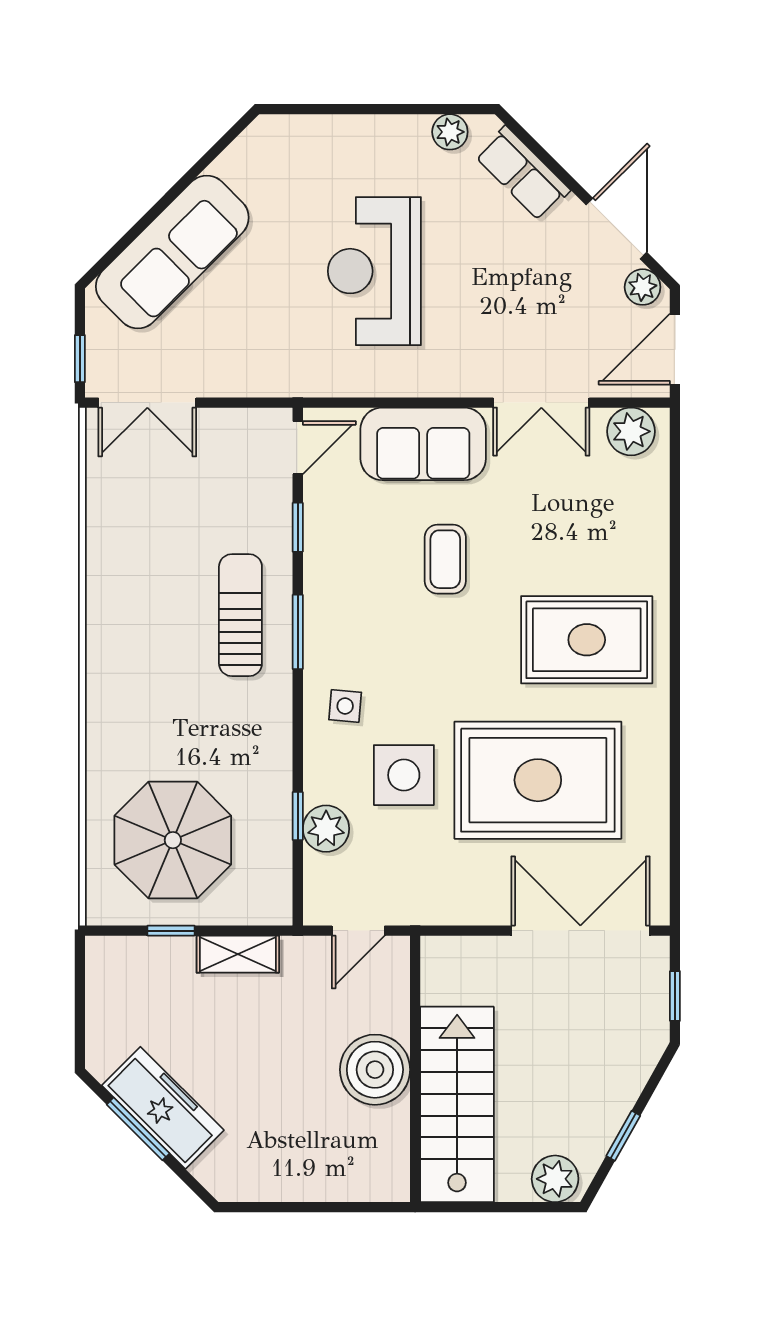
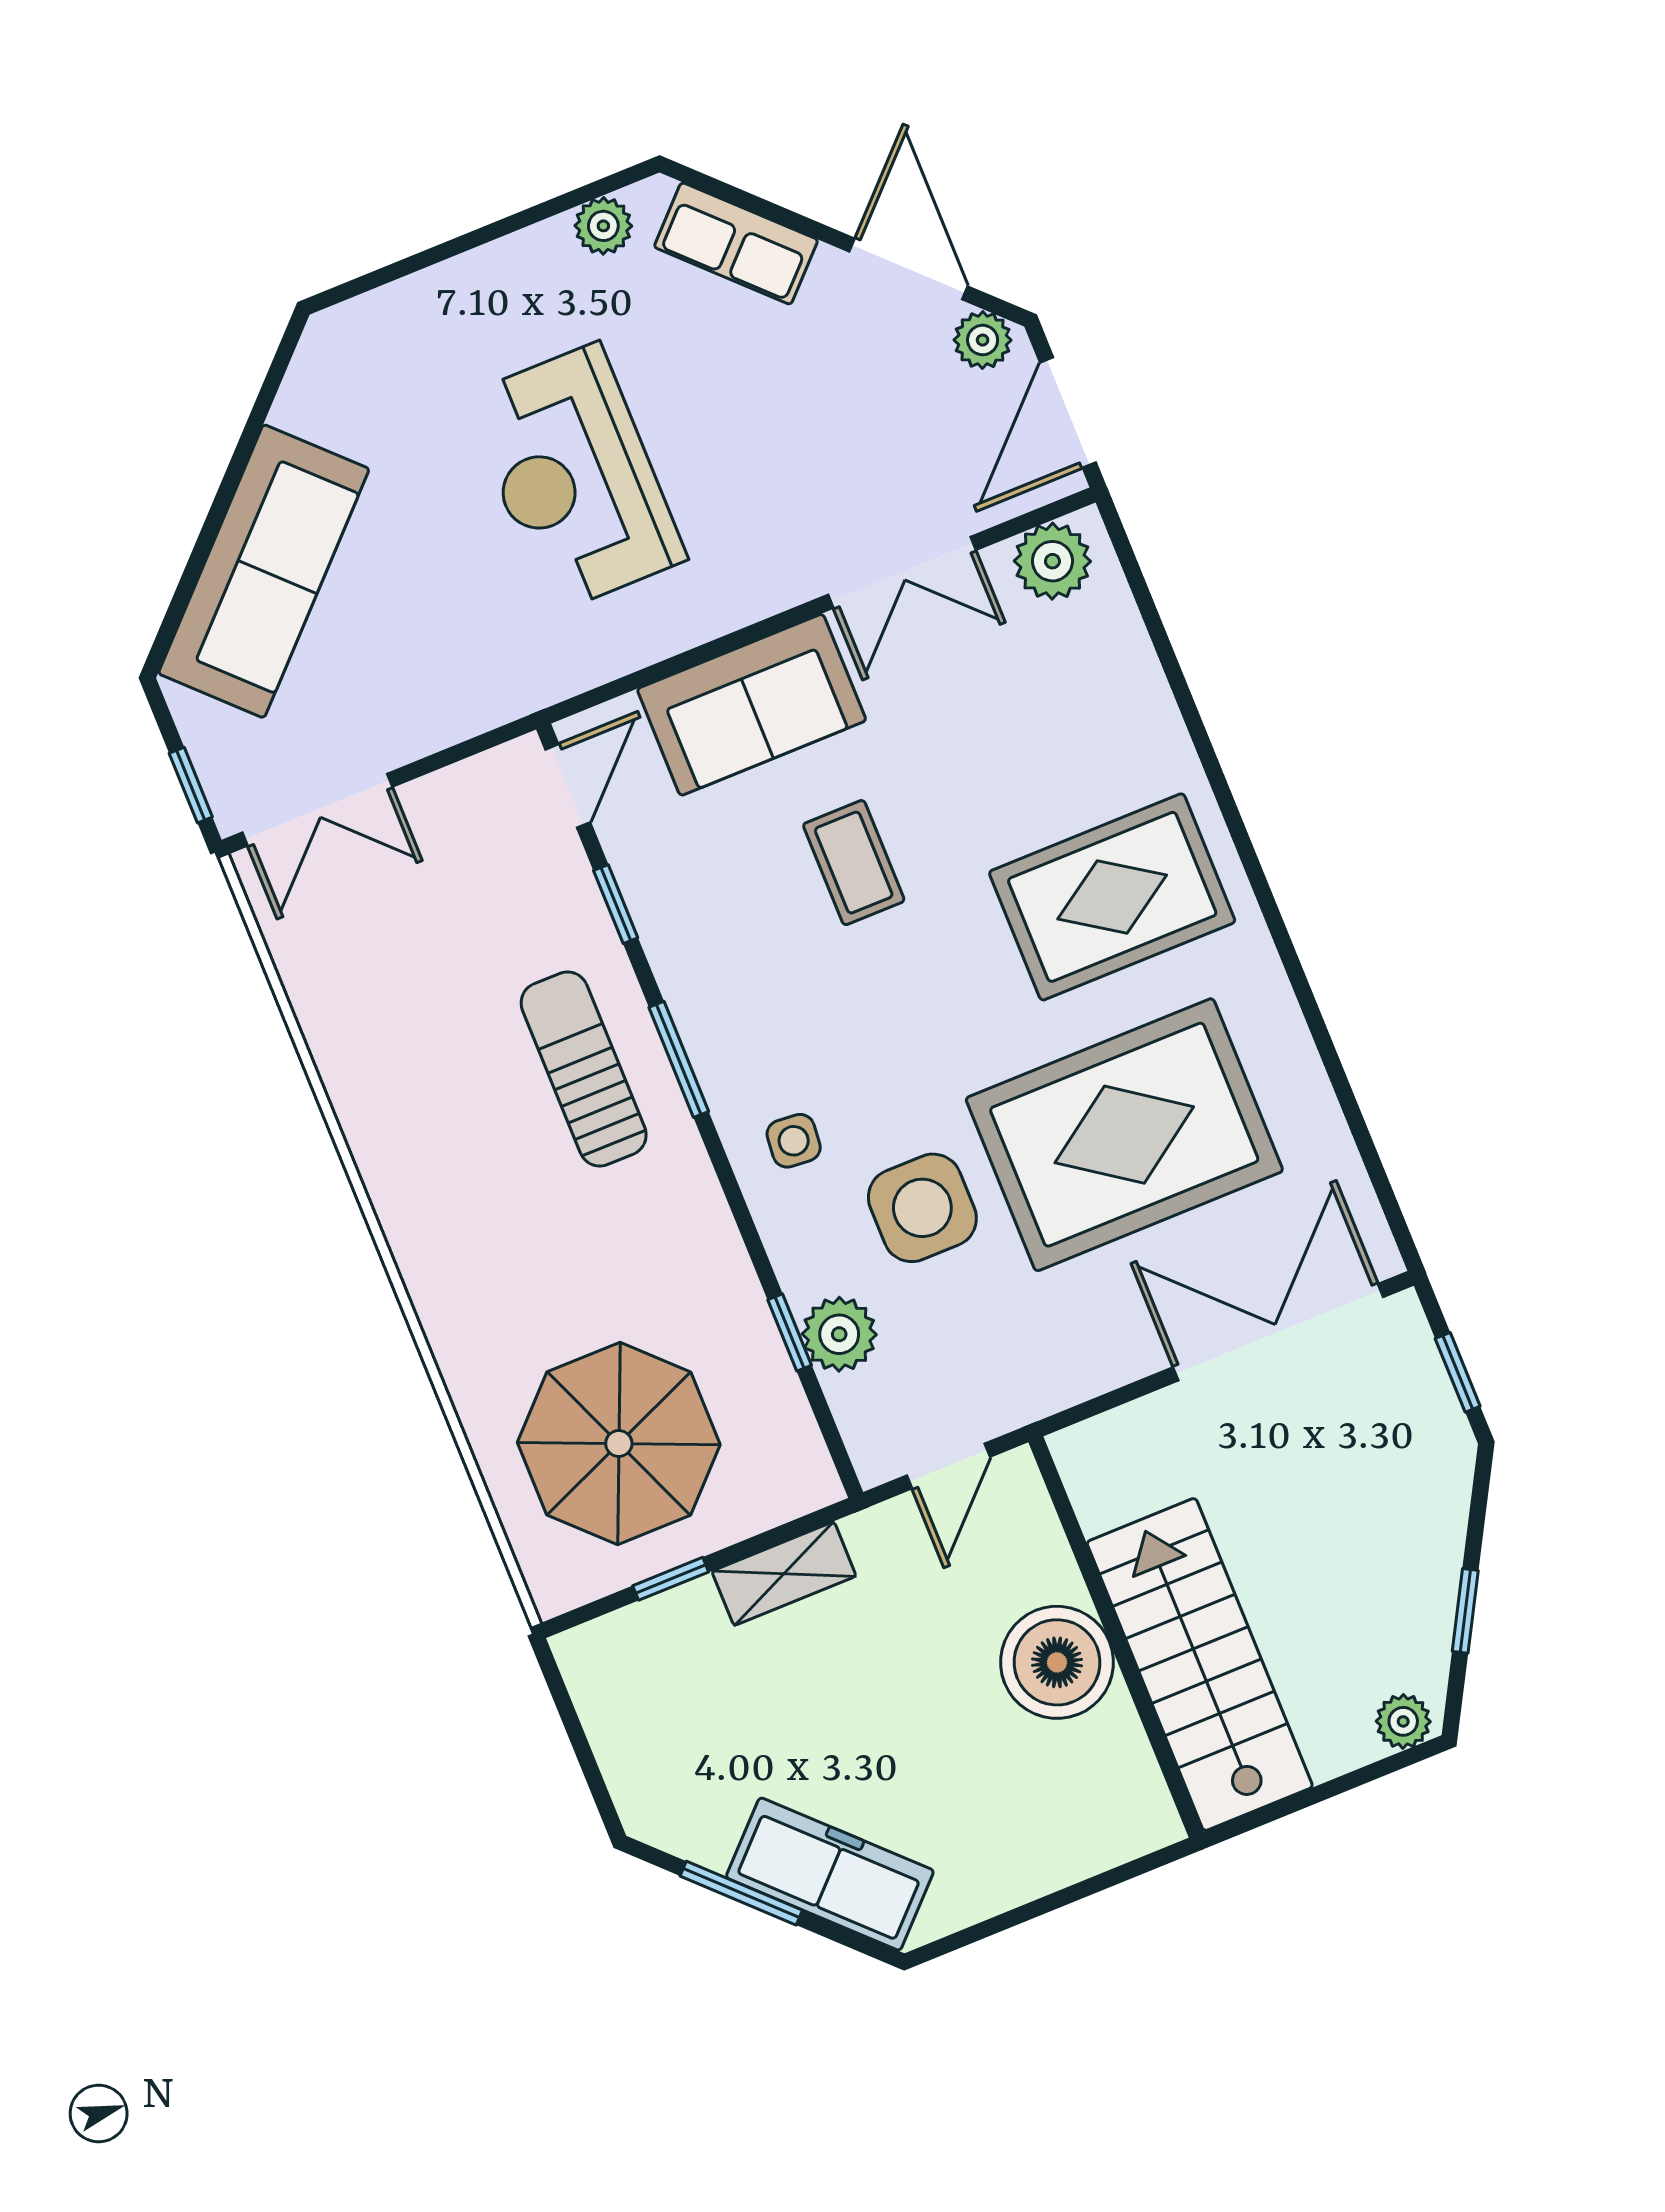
freezer: (163, 1108) -> (830, 1874), moved
plant: (555, 1179) -> (1403, 1721), width x0.73, depth x0.73

